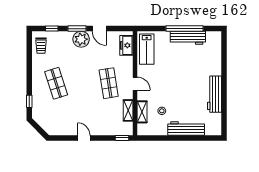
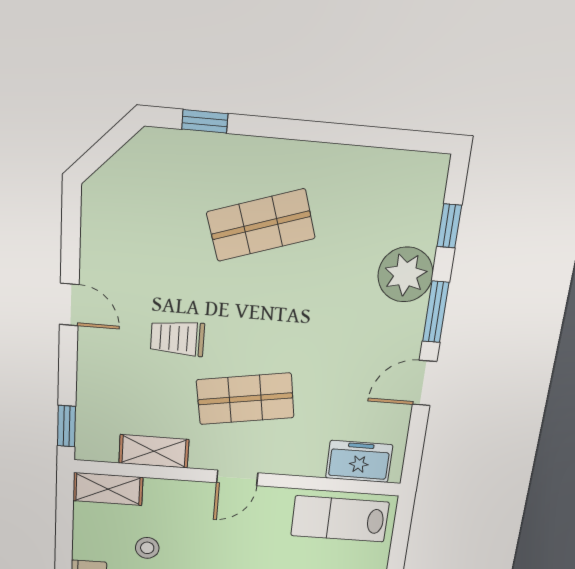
plant: (81, 39) -> (405, 275), moved
trolley: (41, 46) -> (177, 338), moved
shelving: (142, 112) -> (108, 489), moved
door: (84, 138) -> (69, 304), hinge flipped

